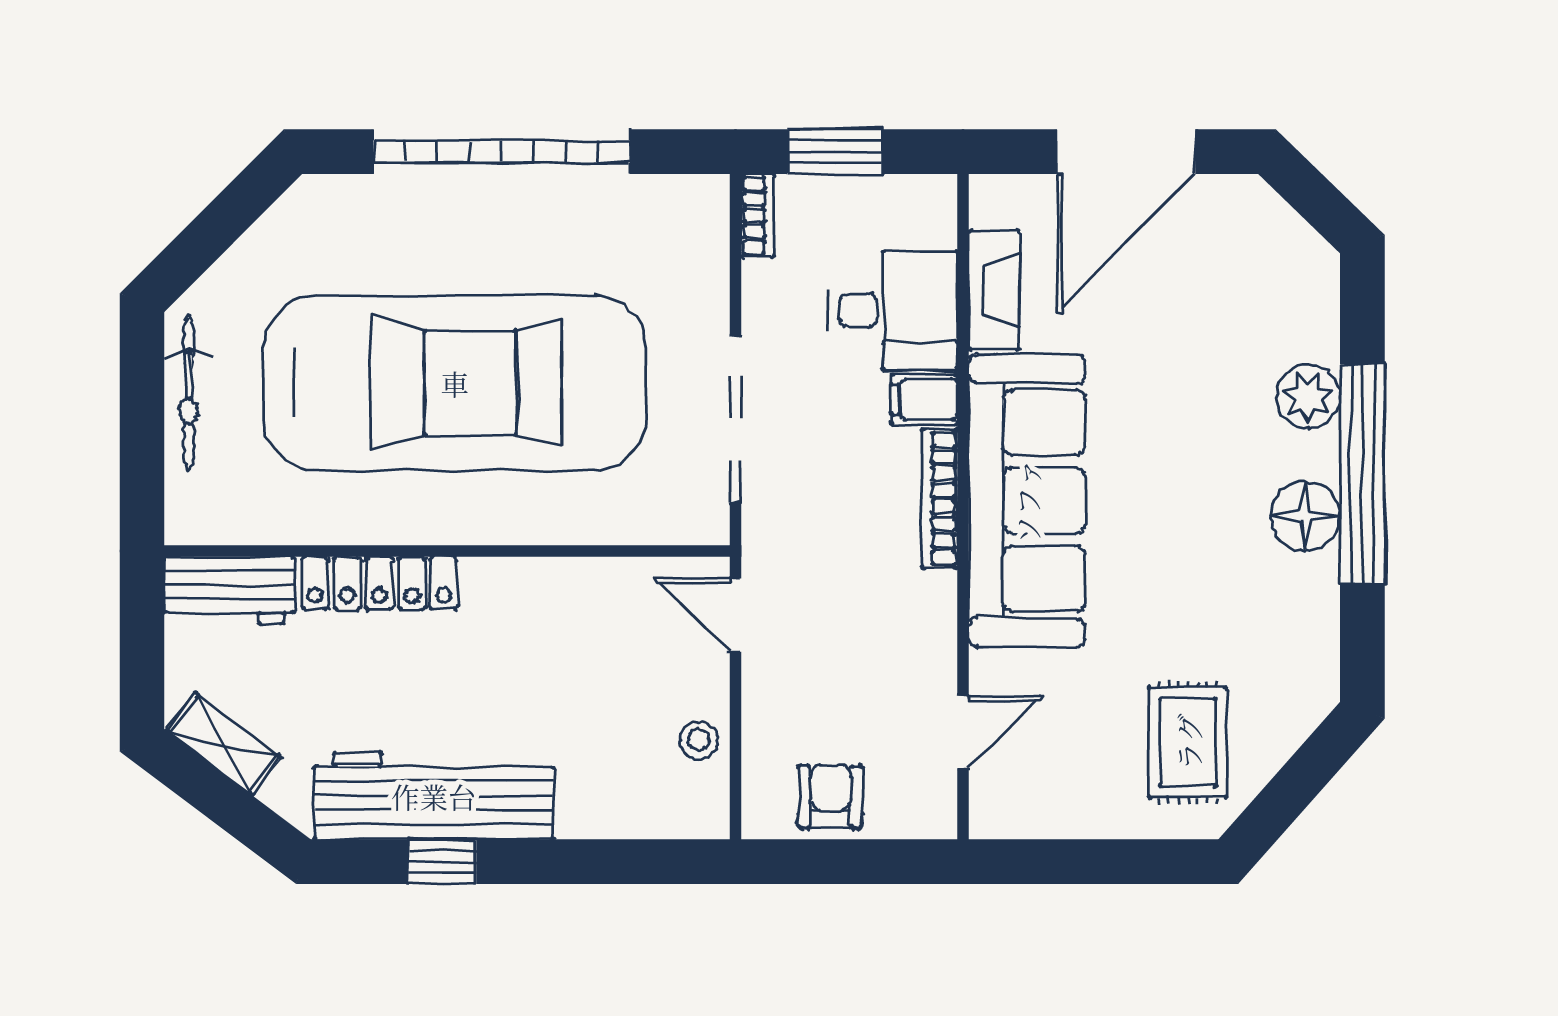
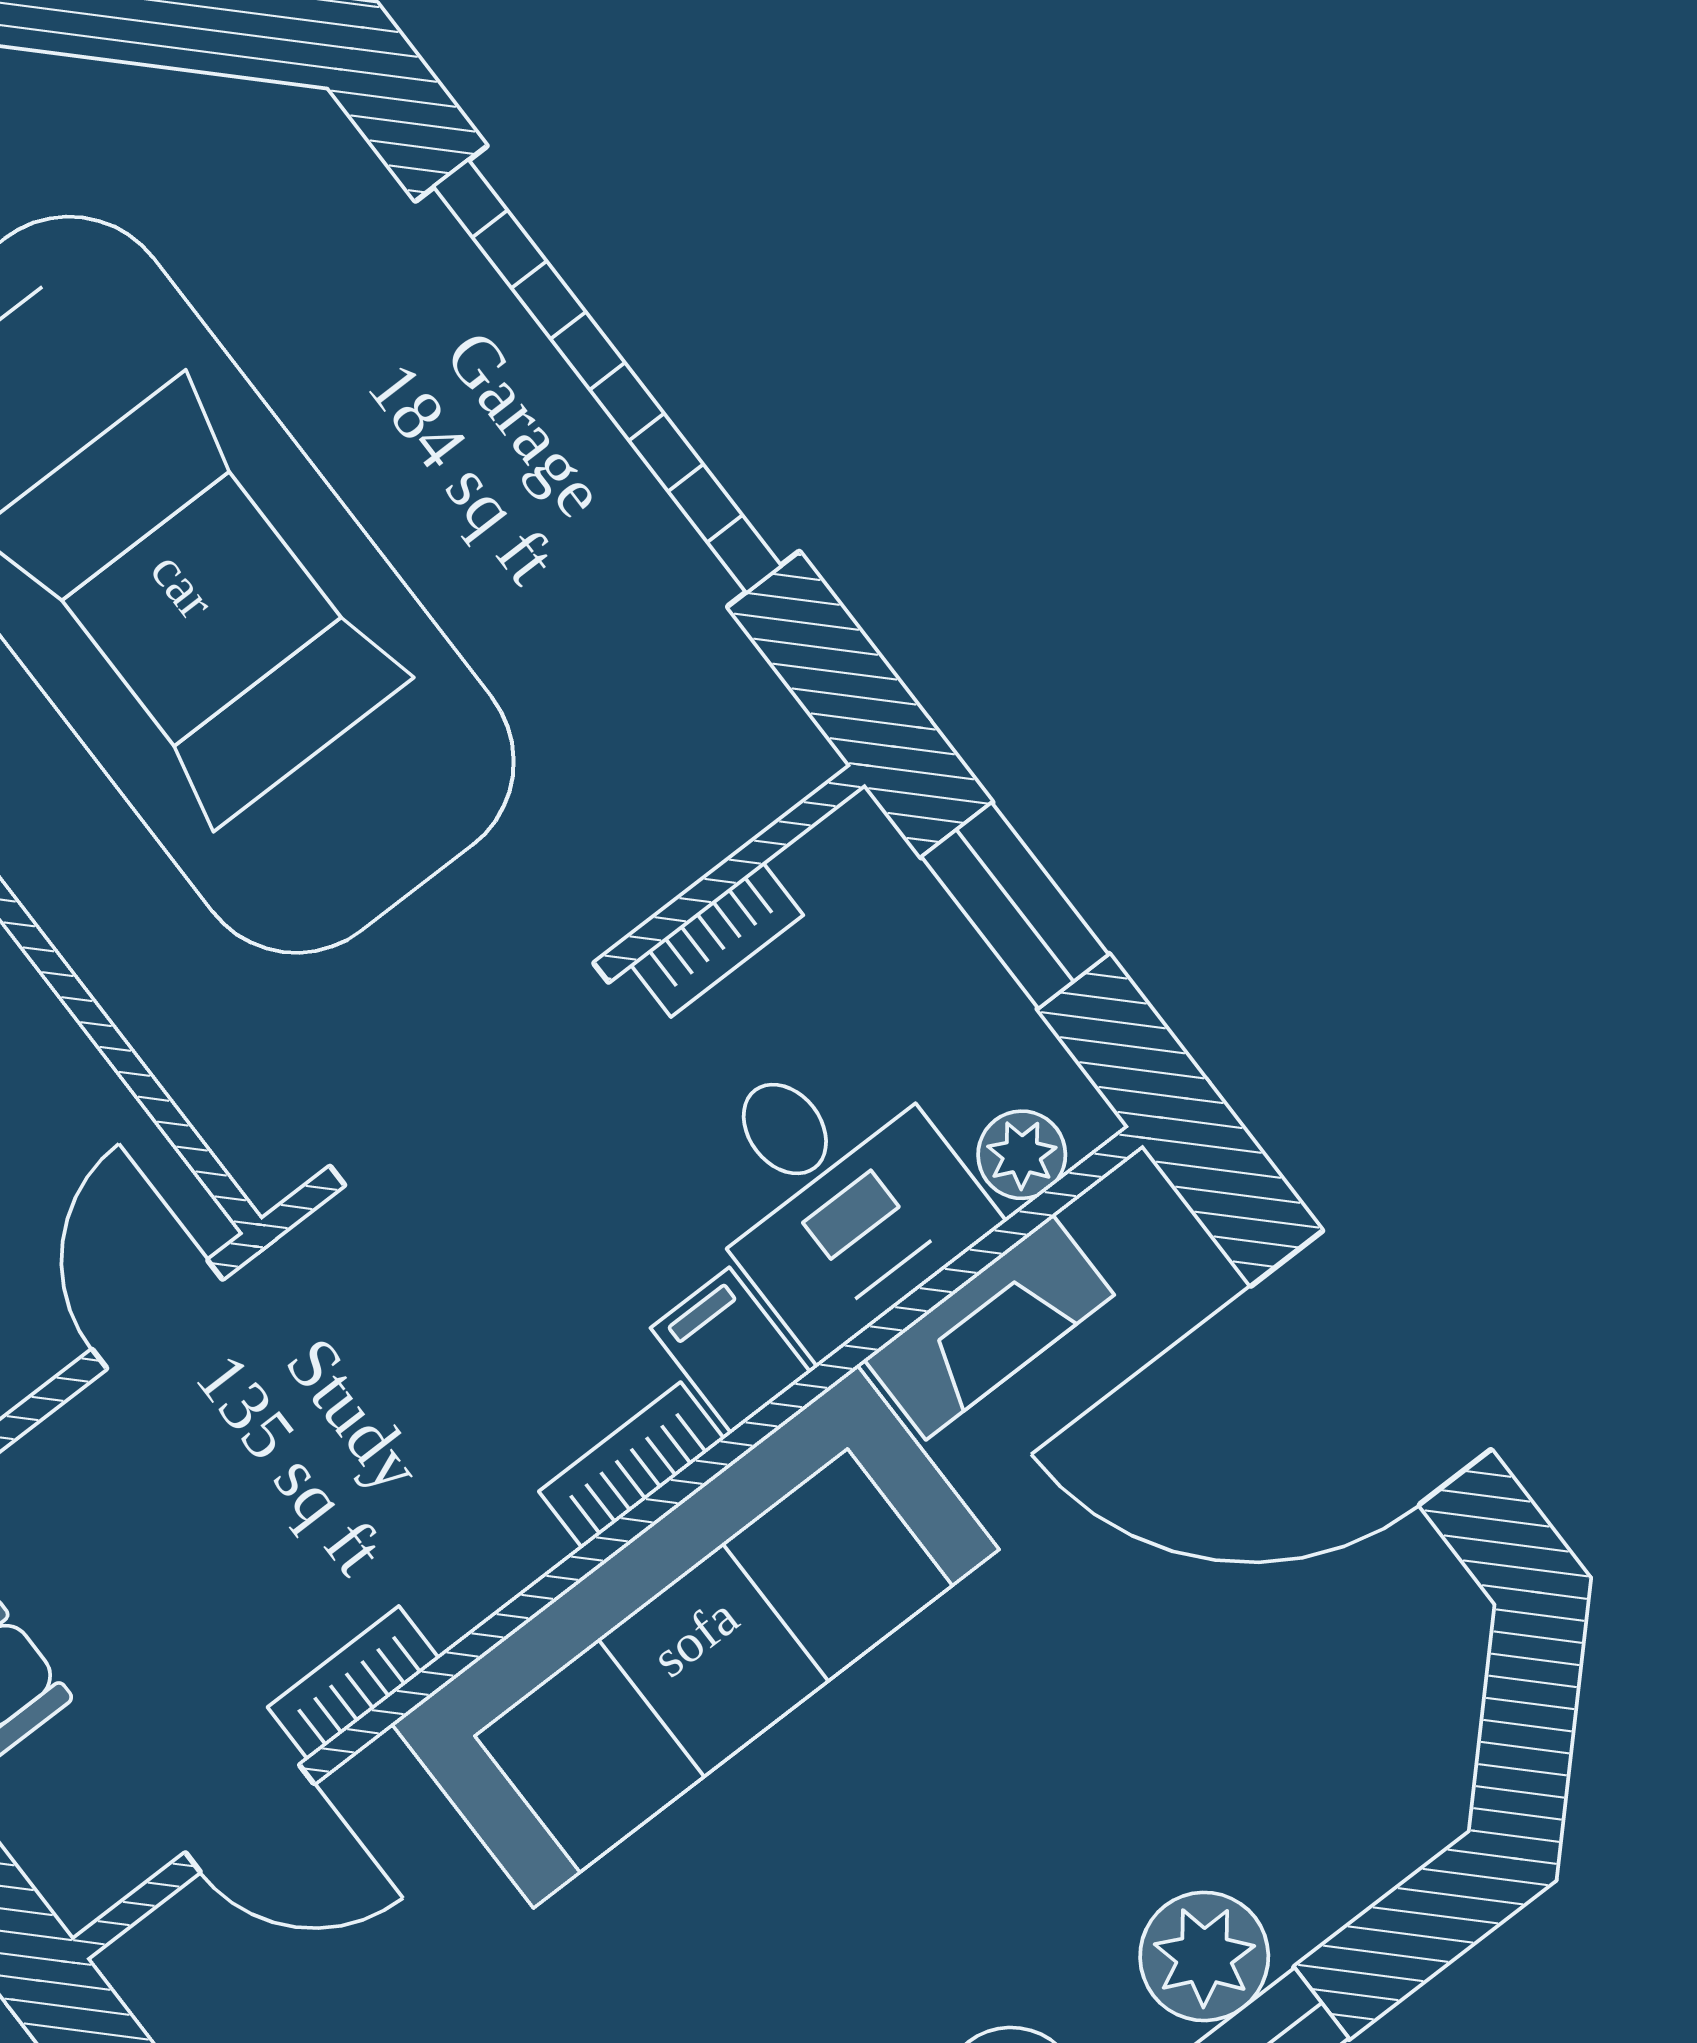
bookcase: (758, 215) -> (717, 940), moved
plant: (936, 225) -> (1022, 1155), added
bookcase: (940, 499) -> (632, 1465), width x0.64
bookcase: (941, 650) -> (353, 1683), added

